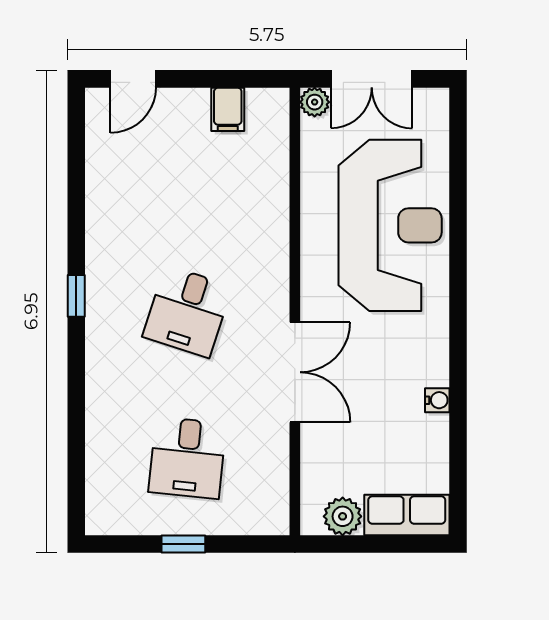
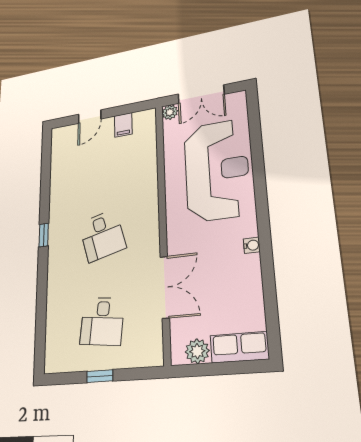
door: (133, 79) -> (90, 117), moved
desk: (187, 311) -> (102, 235), turned -33
double door: (295, 372) -> (165, 287), moved
water cooler: (437, 400) -> (252, 245), moved

